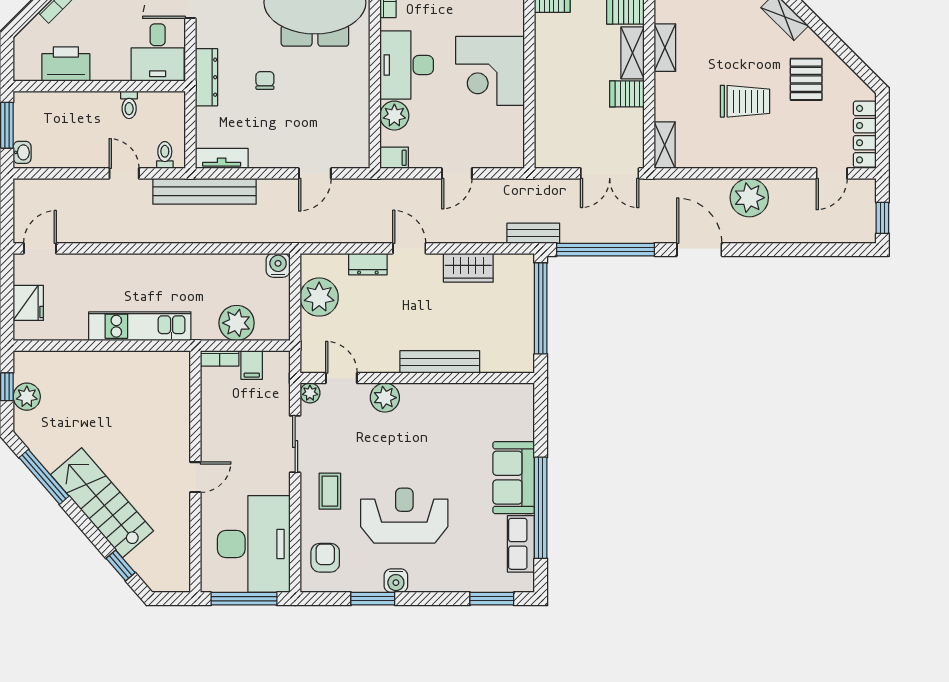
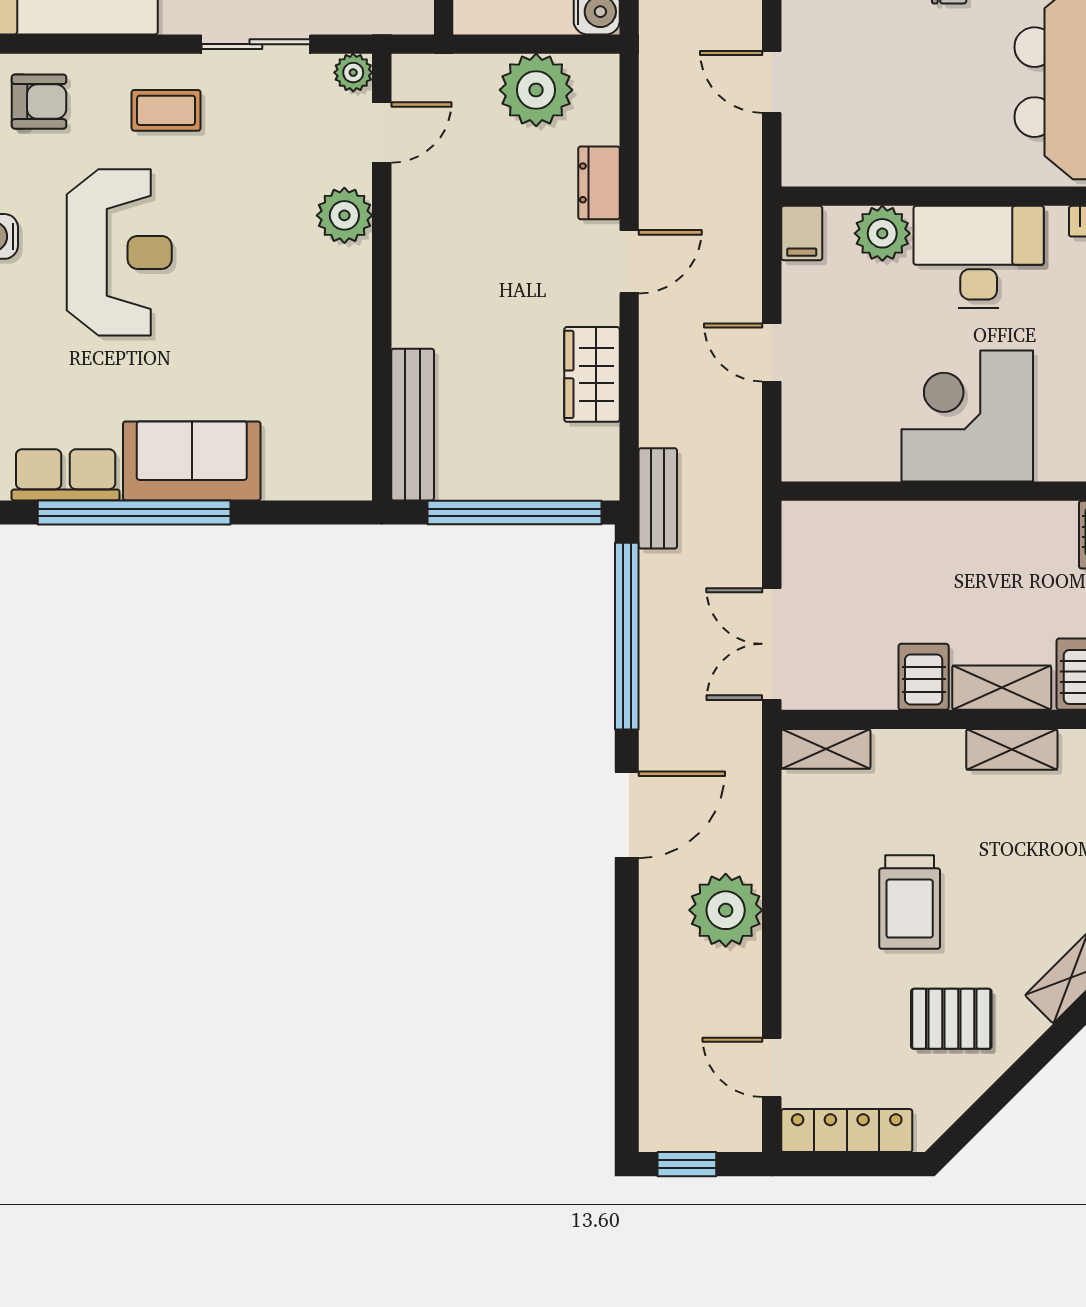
bench: (440, 362) -> (413, 425), moved

